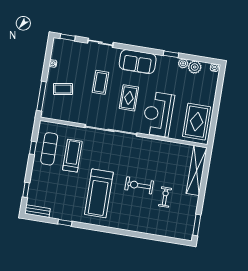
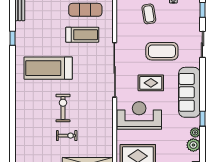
sofa: (138, 62) -> (189, 92), width x1.36
coffee table: (101, 82) -> (162, 51), width x1.36, depth x1.32
exercise bike: (165, 197) -> (67, 136), moved

